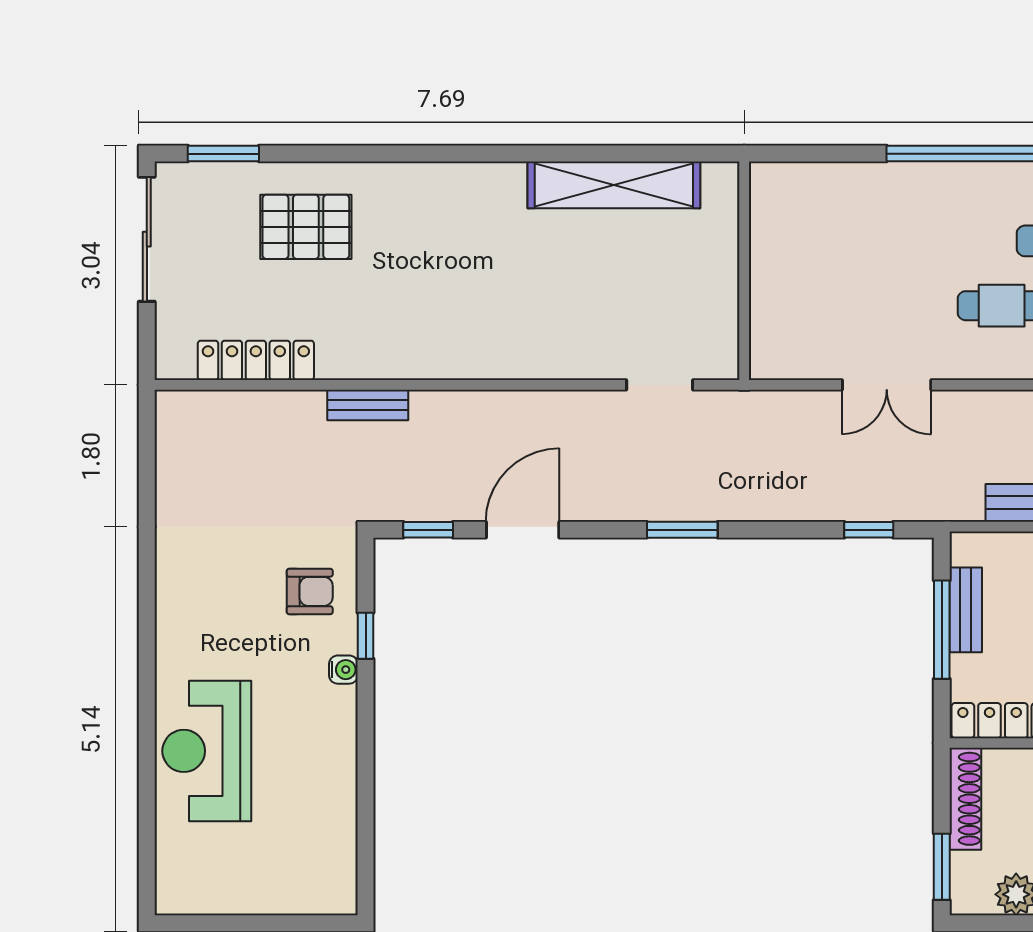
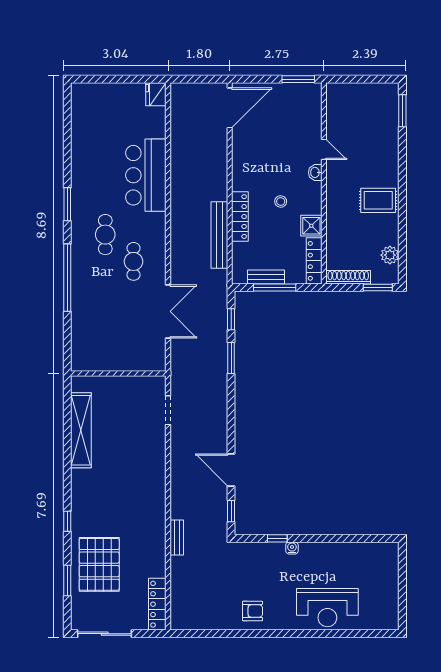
window: (223, 154) -> (67, 581), moved
window: (405, 154) -> (67, 521), added
pallet: (306, 227) -> (99, 564), width x1.37, depth x1.41
locker: (256, 360) -> (157, 604), moved
double door: (887, 385) -> (168, 311), width x1.37
window: (682, 530) -> (231, 358), moved
armchair: (310, 591) -> (252, 611), moved, turned 90

